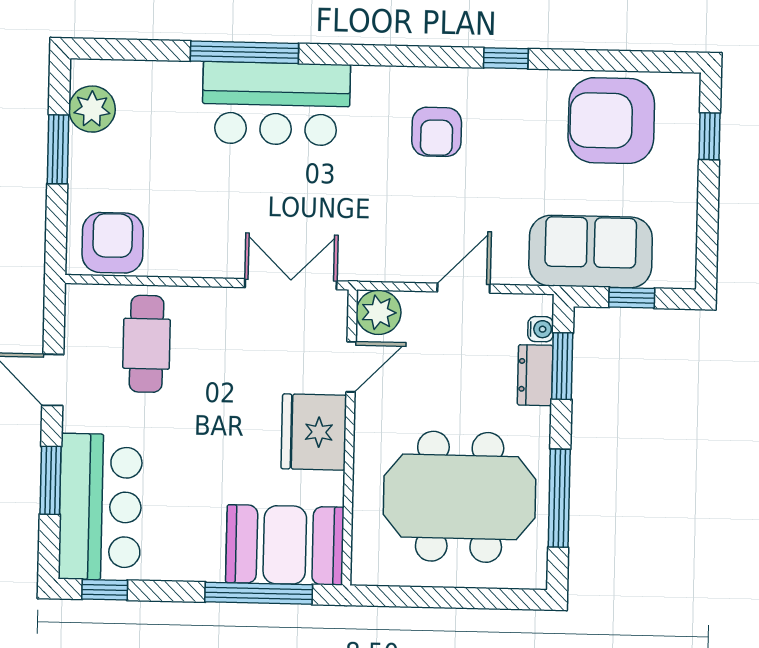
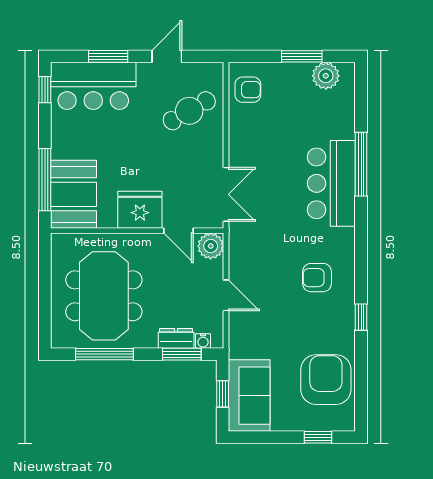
armchair: (113, 243) -> (248, 90), width x0.72, depth x0.72
sofa: (591, 252) -> (249, 396), moved
cafe table: (147, 344) -> (189, 111), turned -30

